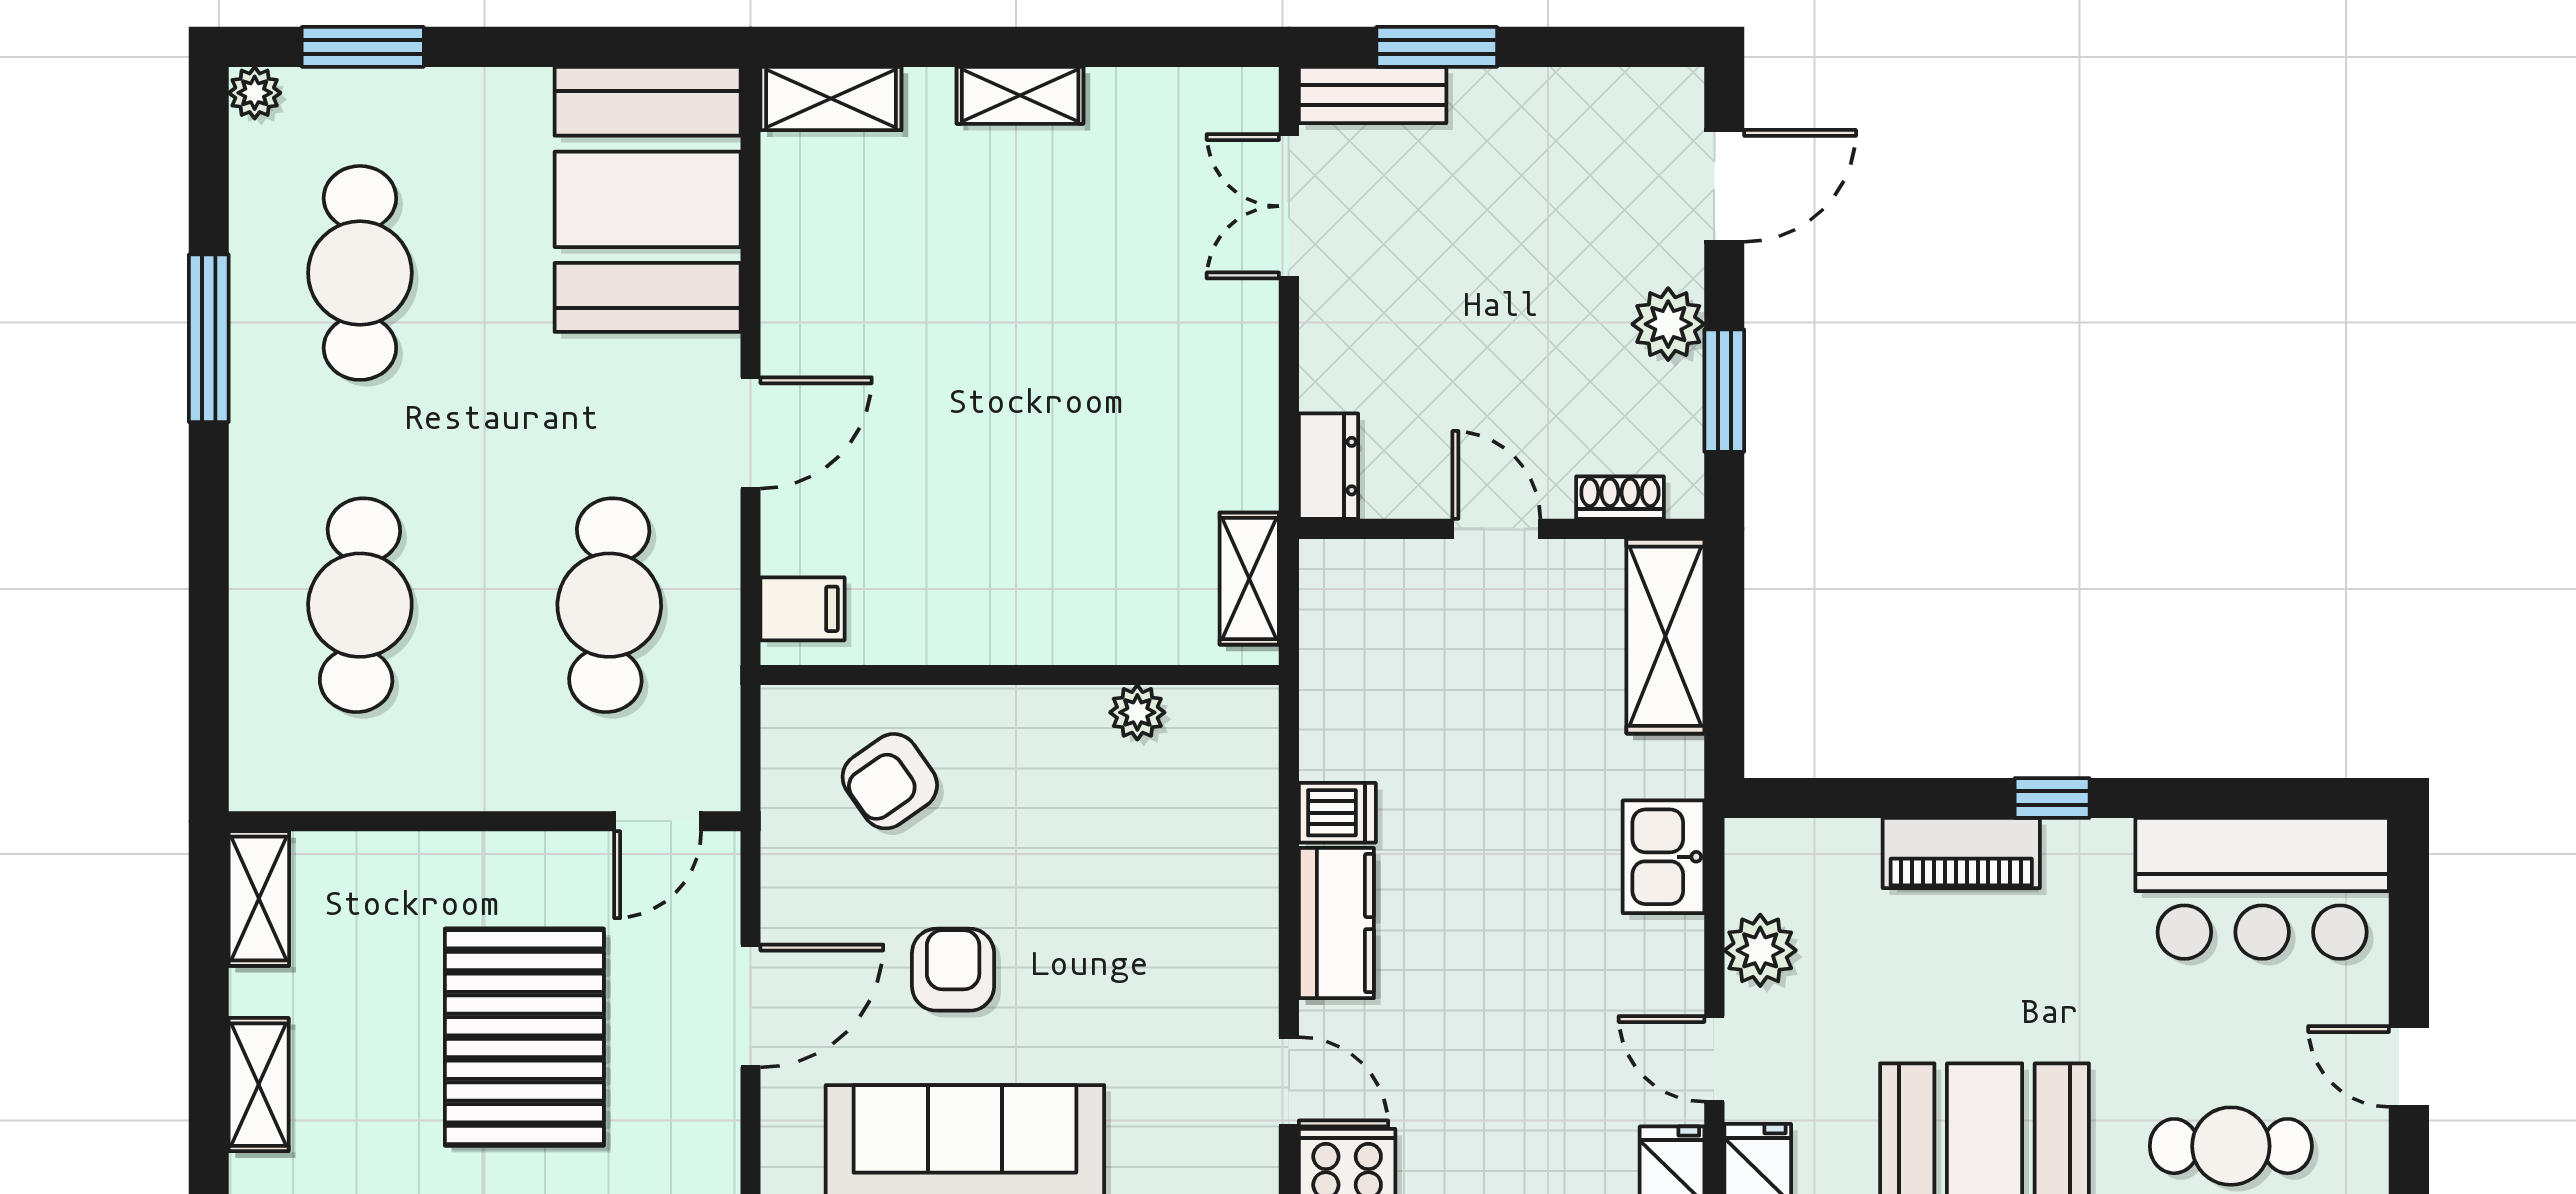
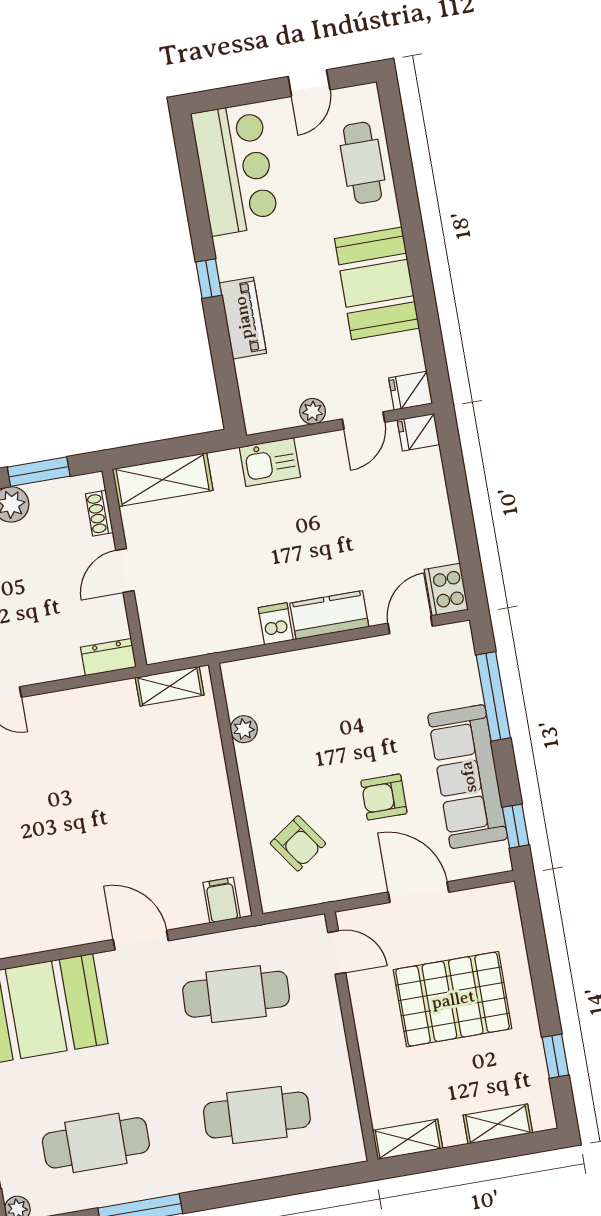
plant: (1760, 950) -> (313, 411), width x0.73, depth x0.73

